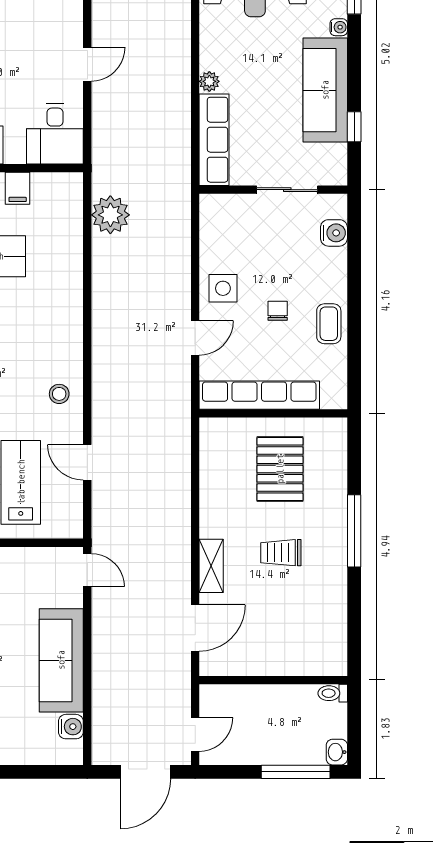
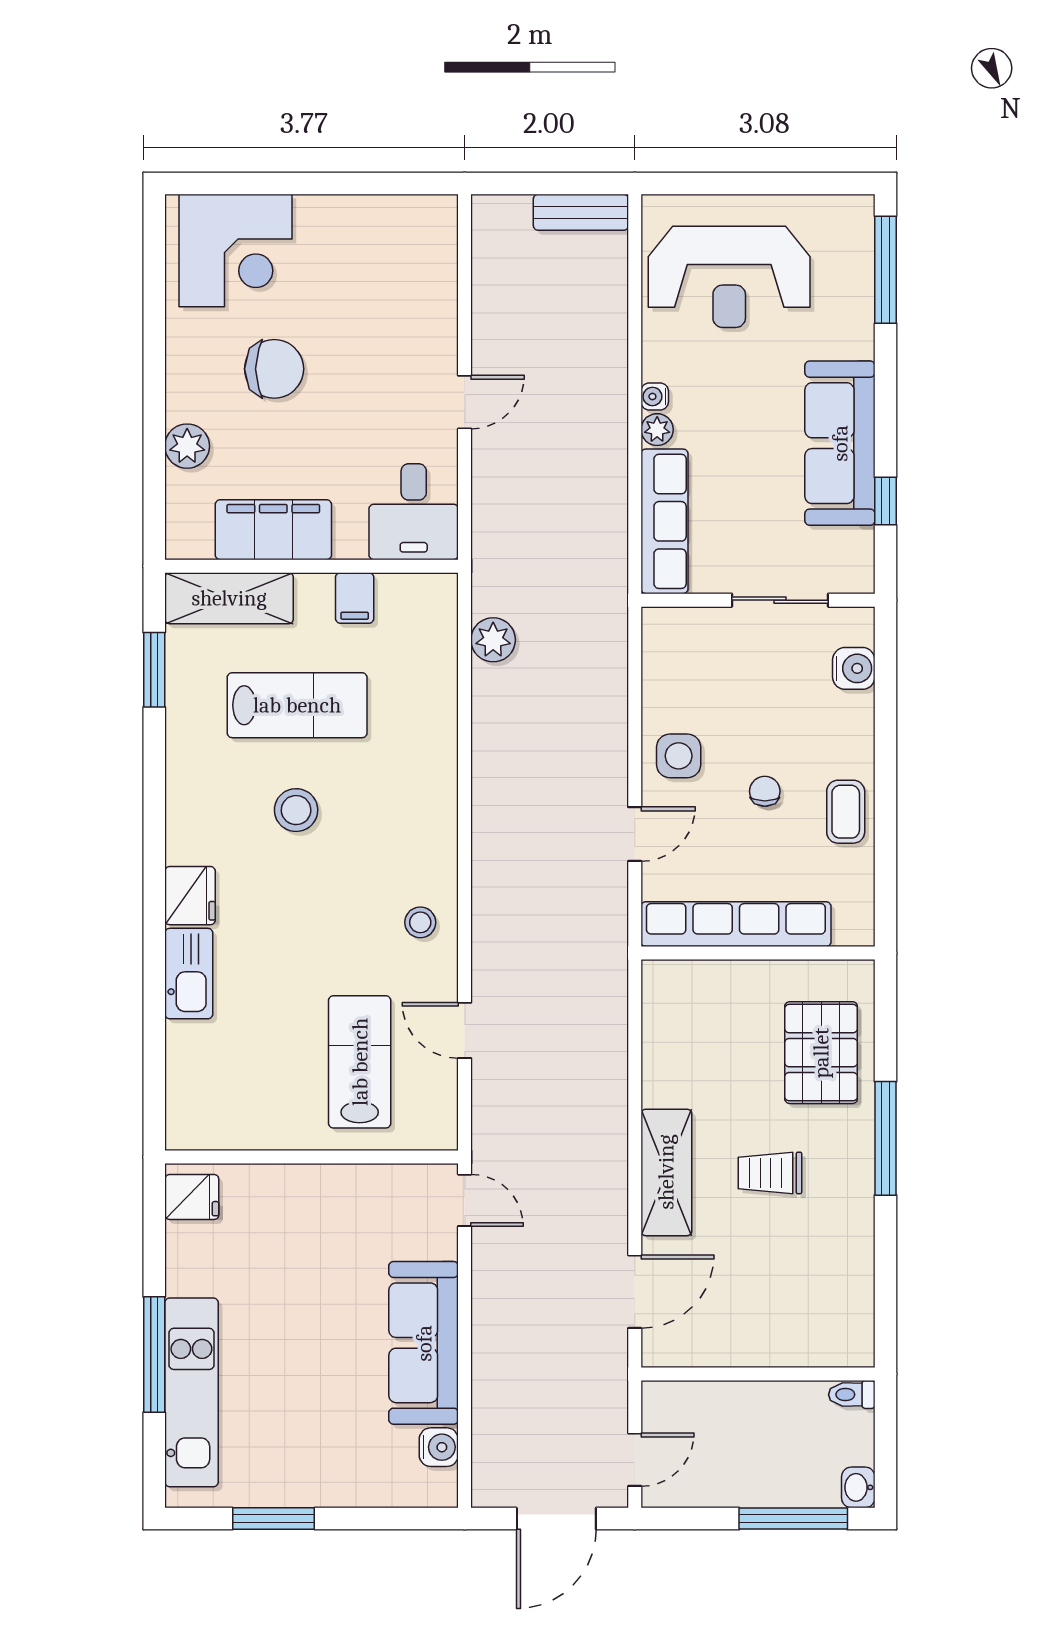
water cooler: (339, 27) -> (655, 396), moved, turned 180
plant: (110, 215) -> (493, 640), width x0.73, depth x0.73
pallet: (280, 469) -> (821, 1053), moved
shelving: (211, 566) -> (666, 1172), width x1.50, depth x1.33

